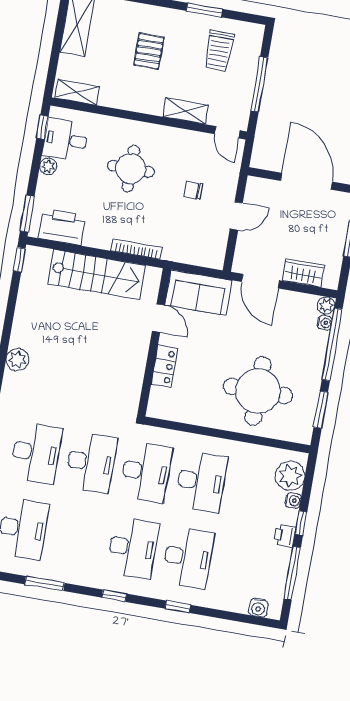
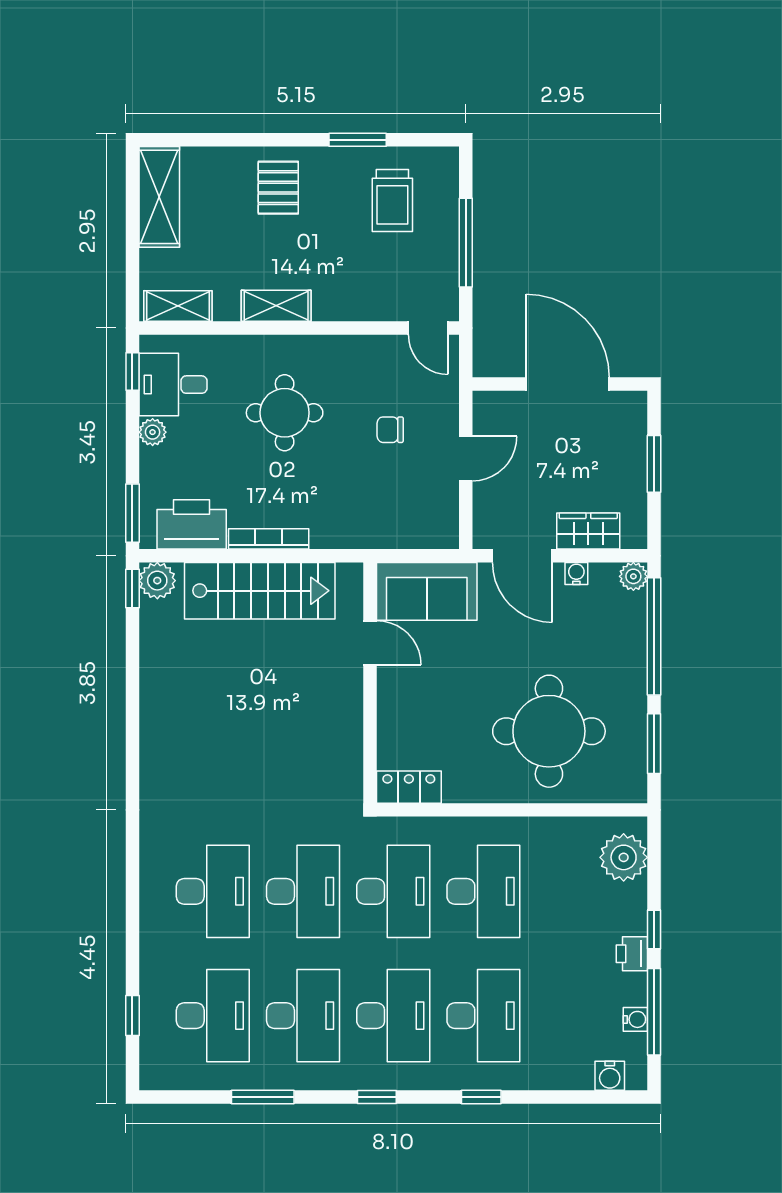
pallet: (149, 51) -> (278, 188), moved
shelving: (186, 111) -> (276, 306), moved
bookcase: (137, 249) -> (269, 539), moved
water cooler: (325, 323) -> (576, 574), moved, turned -90
plant: (17, 360) -> (157, 581), moved
locker: (164, 366) -> (409, 787), moved, turned -90
water cooler: (293, 500) -> (635, 1019), moved
desk: (78, 538) -> (303, 1016), added

